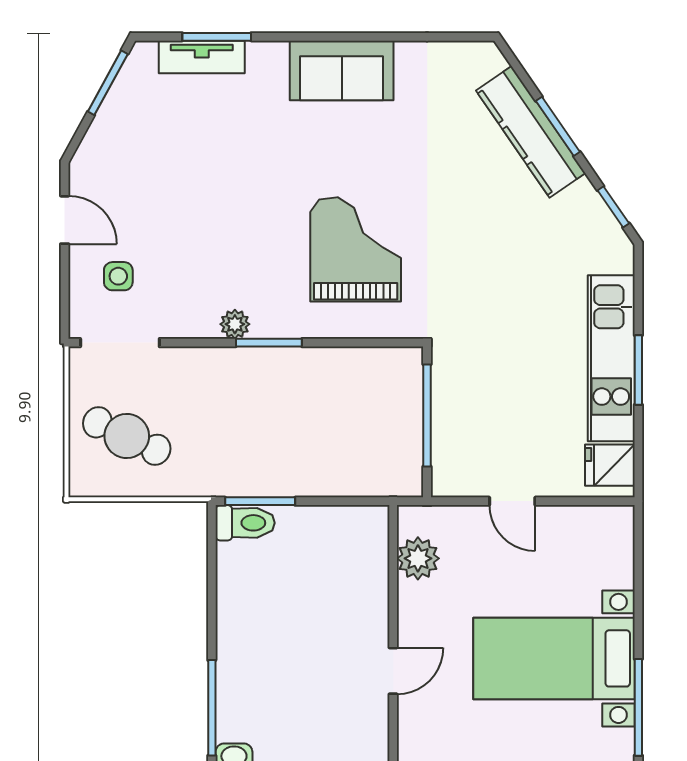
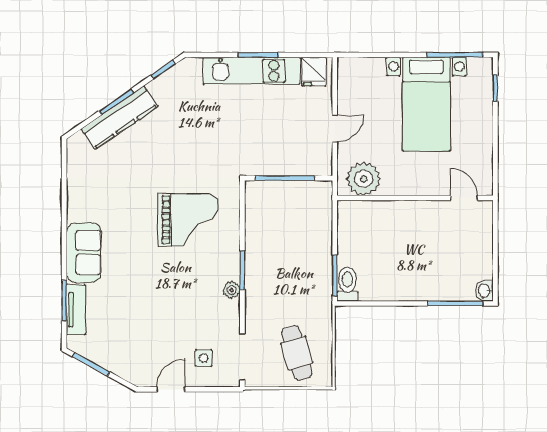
sofa: (342, 71) -> (84, 252), moved
grand piano: (356, 249) -> (188, 220), turned 180
cafe table: (127, 436) -> (297, 353), turned -41
plant: (418, 558) -> (364, 179), width x1.36, depth x1.36
door: (393, 671) -> (464, 198), moved

